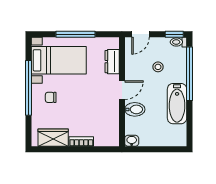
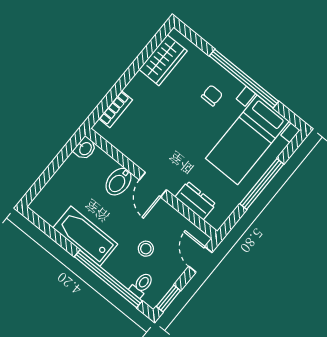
toilet: (178, 42) -> (142, 285), moved
bookcase: (81, 142) -> (116, 109), moved

